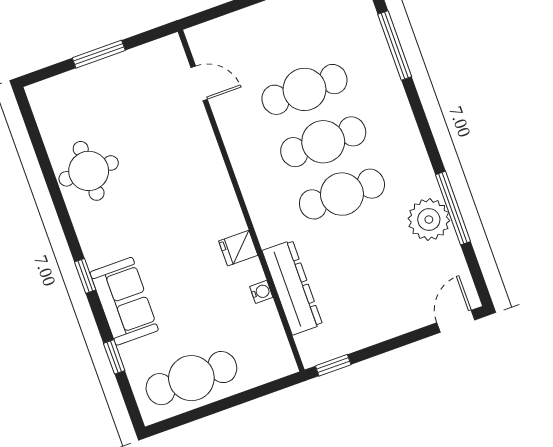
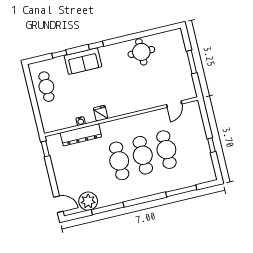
plant: (429, 220) -> (88, 201), moved
cafe table: (191, 378) -> (46, 87), width x0.73, depth x0.74

